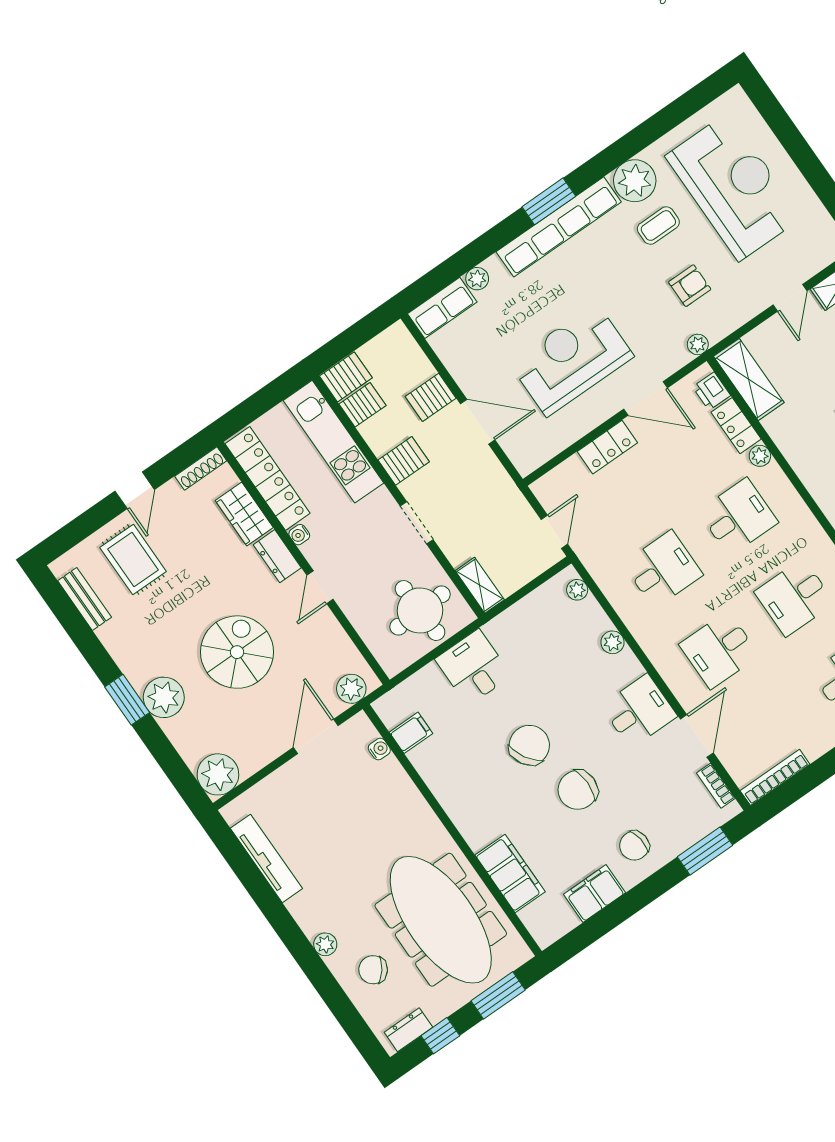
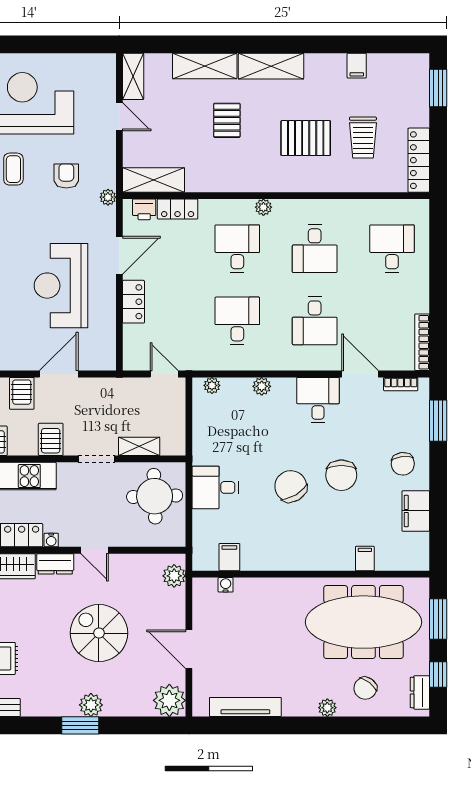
plant: (760, 456) -> (263, 207), moved
shelving: (480, 585) -> (139, 446), moved
plant: (164, 697) -> (91, 705), width x0.73, depth x0.73
door: (316, 736) -> (189, 649), moved
filing cabinet: (510, 873) -> (365, 559), width x0.33, depth x0.86

